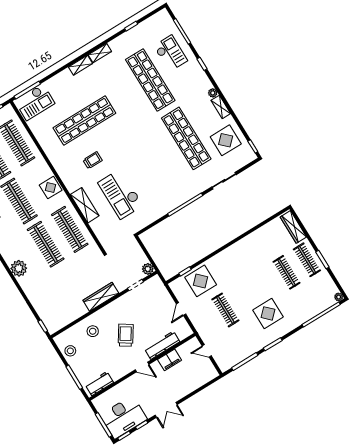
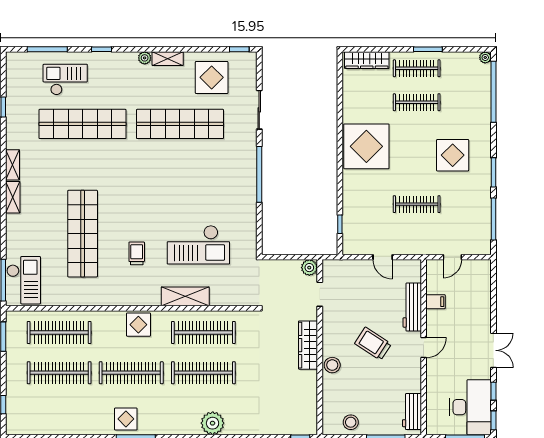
display table: (201, 281) -> (366, 146), moved, width x1.36, depth x1.36
stool: (93, 331) -> (332, 365), moved
filing cabinet: (170, 360) -> (436, 302), width x0.50

